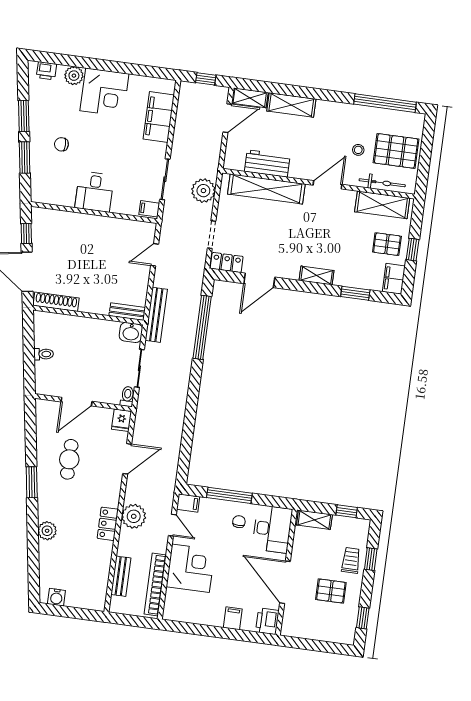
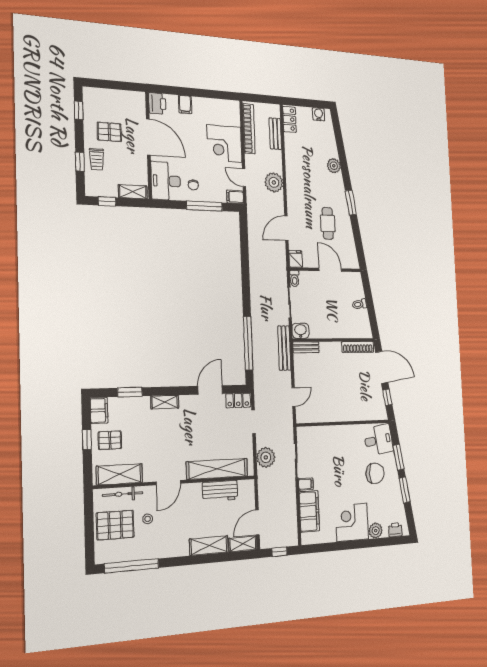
chair: (61, 144) -> (375, 473), width x1.87, depth x1.87
desk: (94, 192) -> (378, 440), moved, turned 81
filing cabinet: (149, 209) -> (306, 484), moved
door: (77, 402) -> (330, 270), hinge flipped
locker: (108, 524) -> (289, 119), moved

